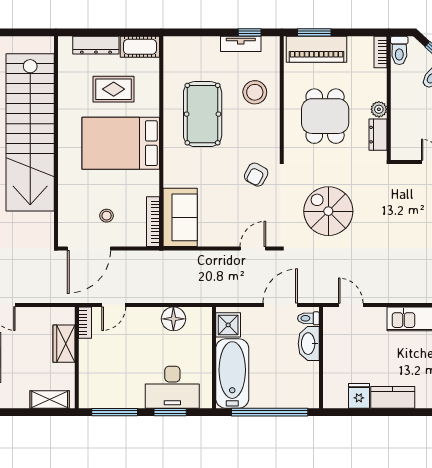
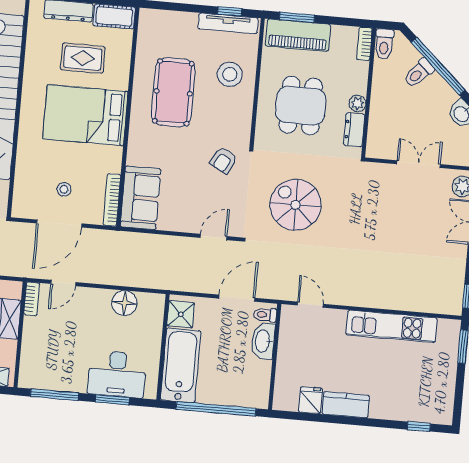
tv unit: (241, 44) -> (228, 23), width x1.41
door: (89, 249) -> (59, 223), moved

